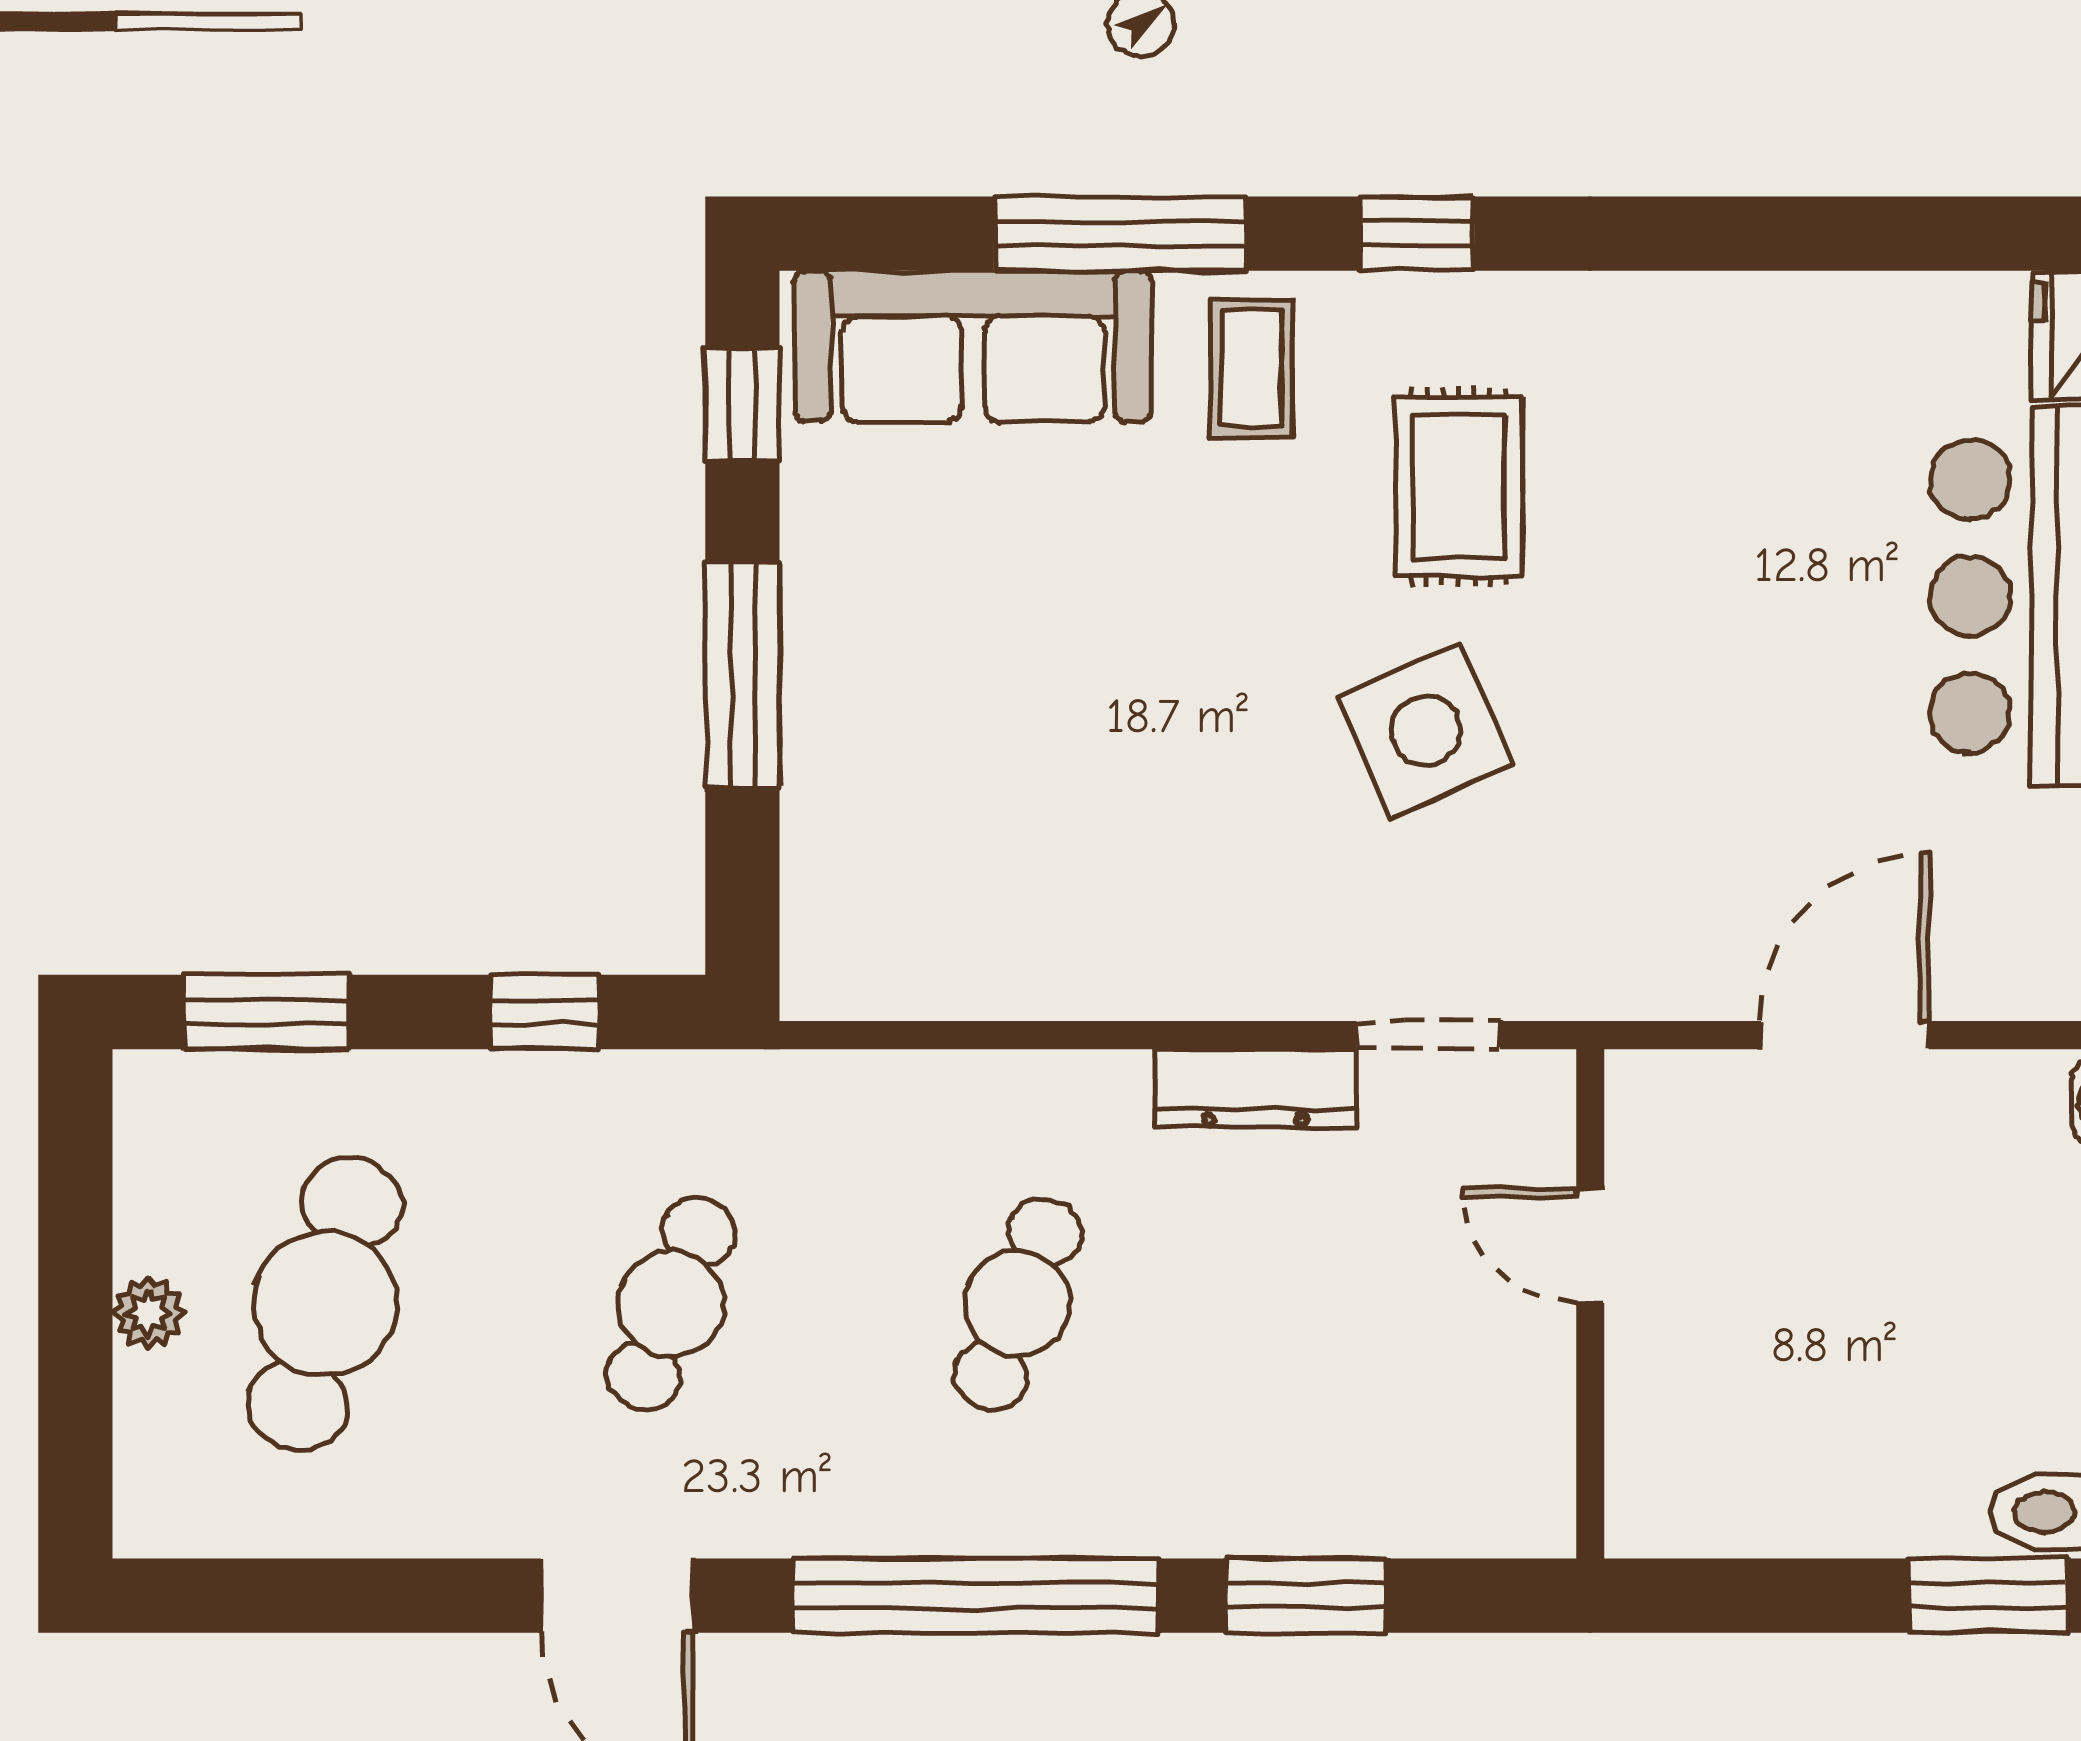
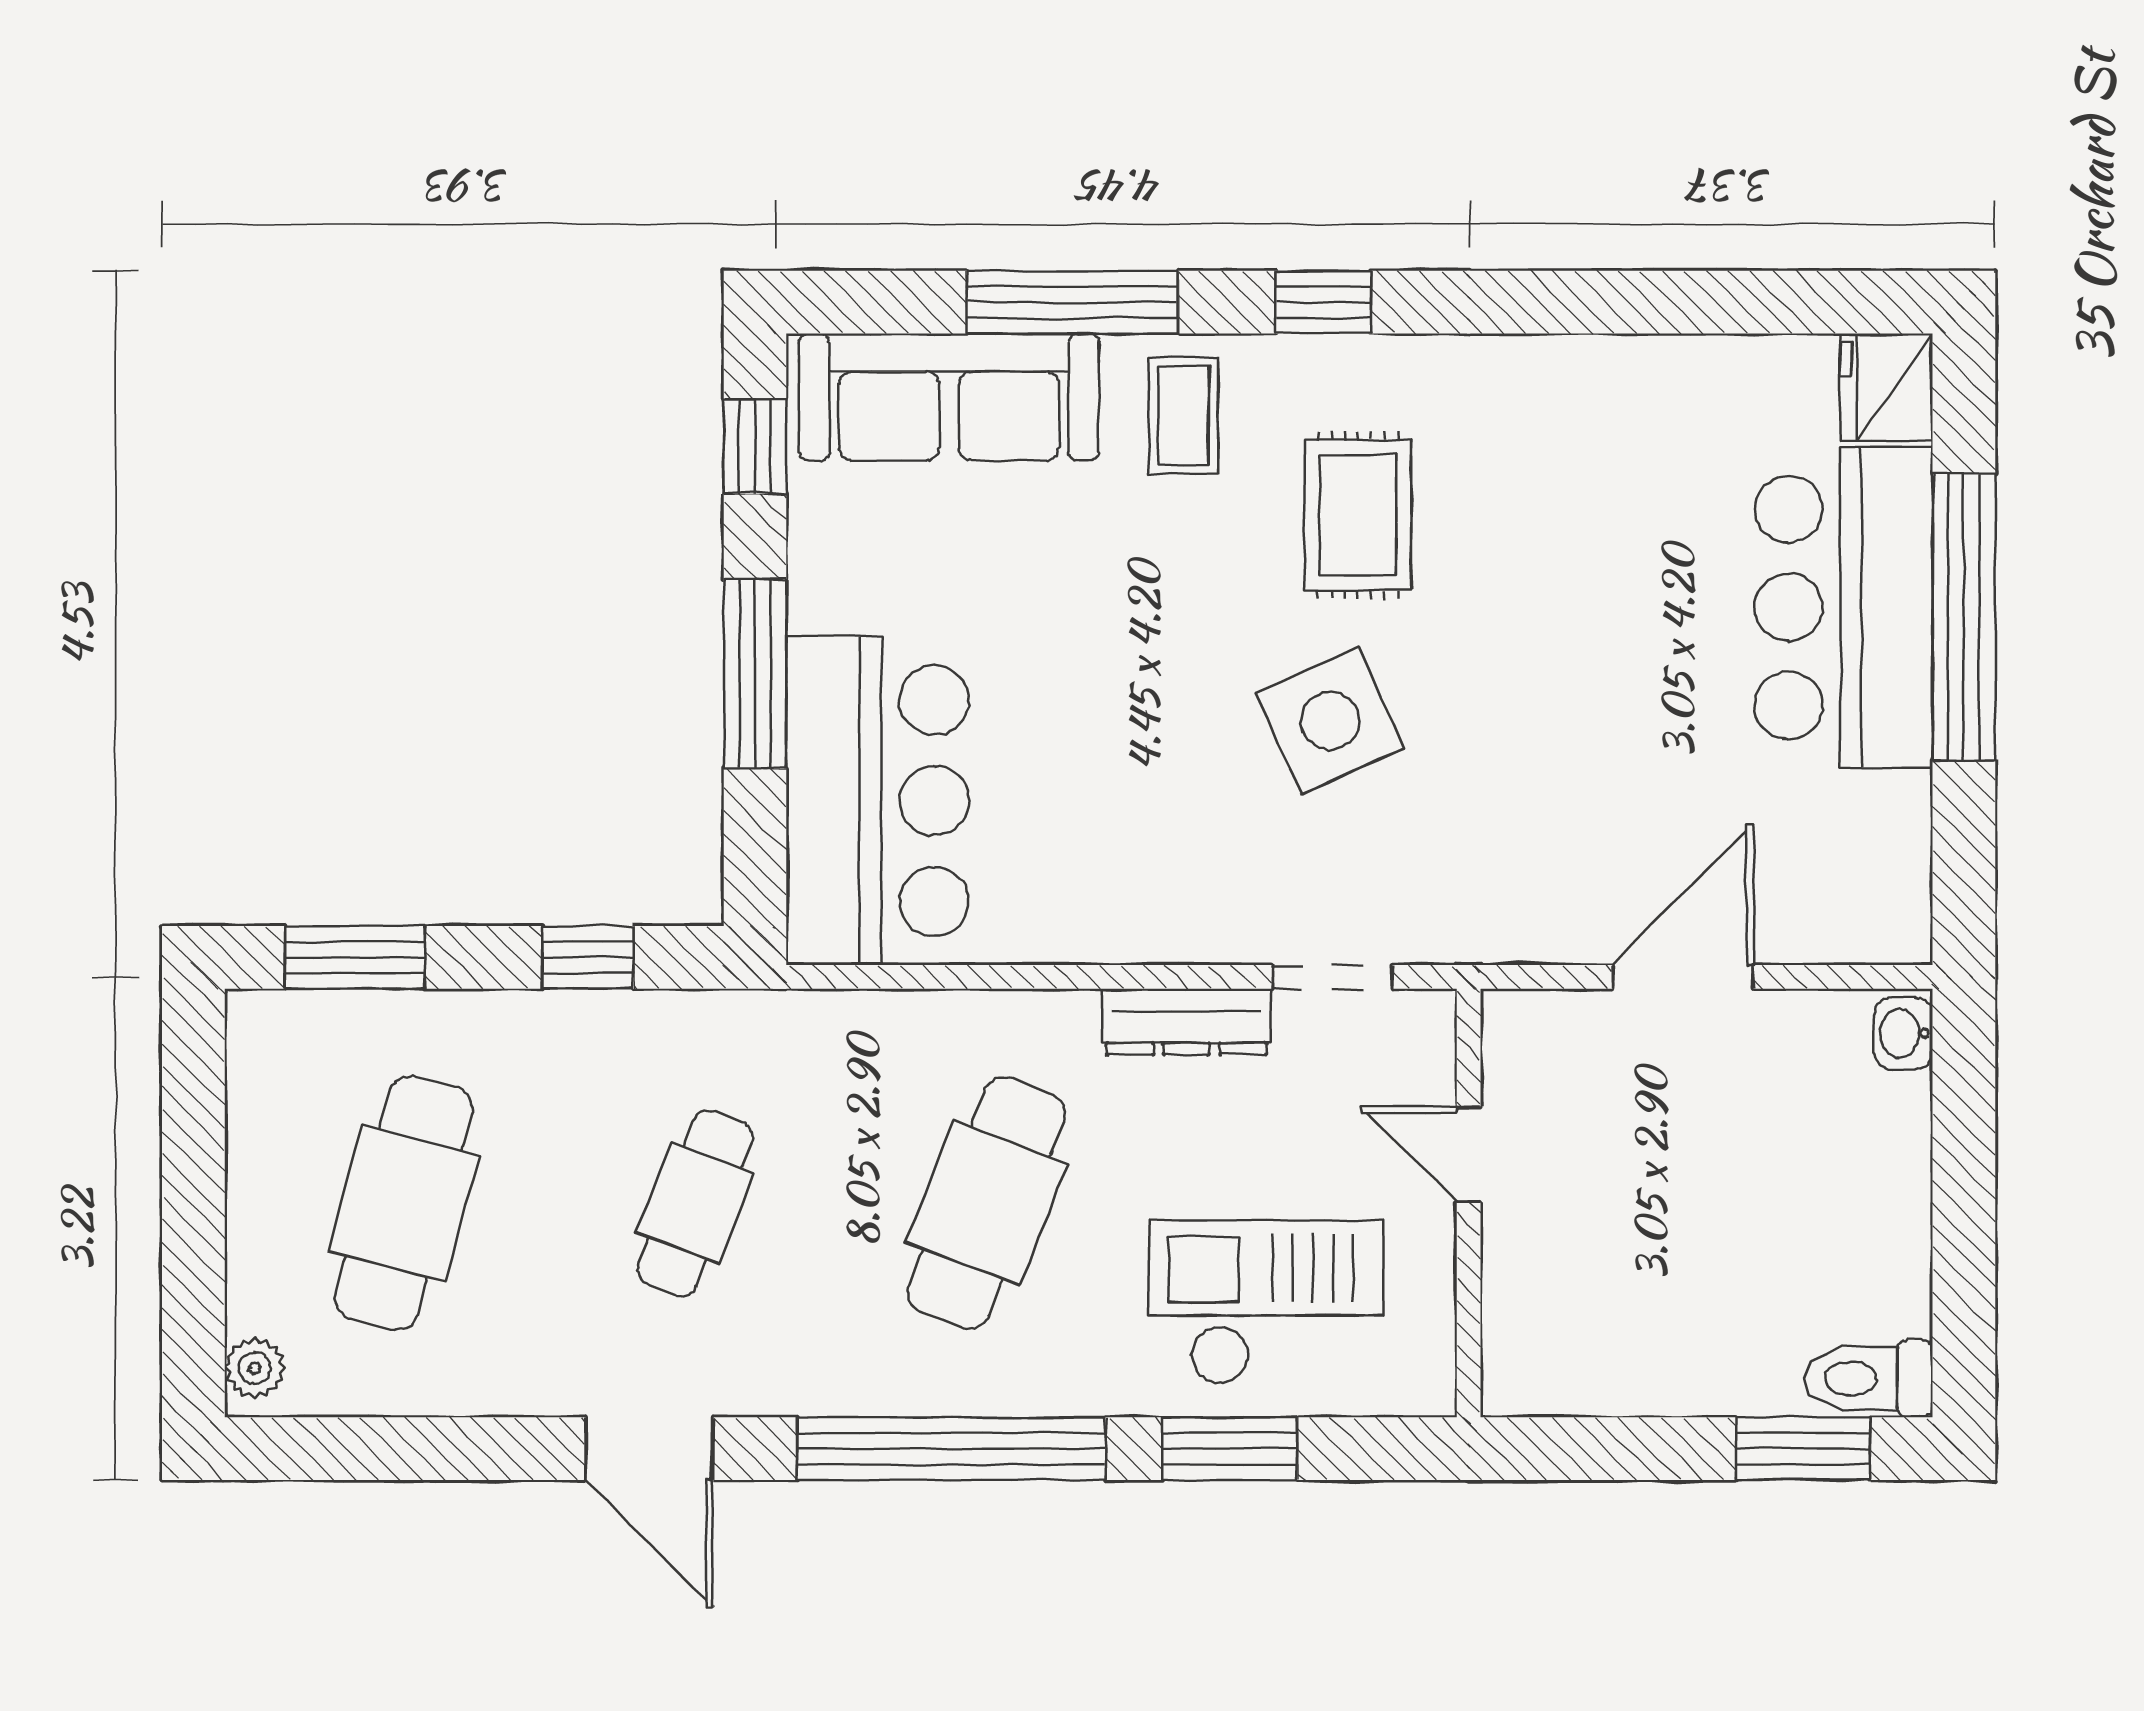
bar counter: (888, 826) -> (878, 801), added
cafe table: (1017, 1304) -> (987, 1203), width x1.37, depth x1.35
plant: (148, 1313) -> (255, 1368), moved
checkout: (1350, 1422) -> (1266, 1303), added

